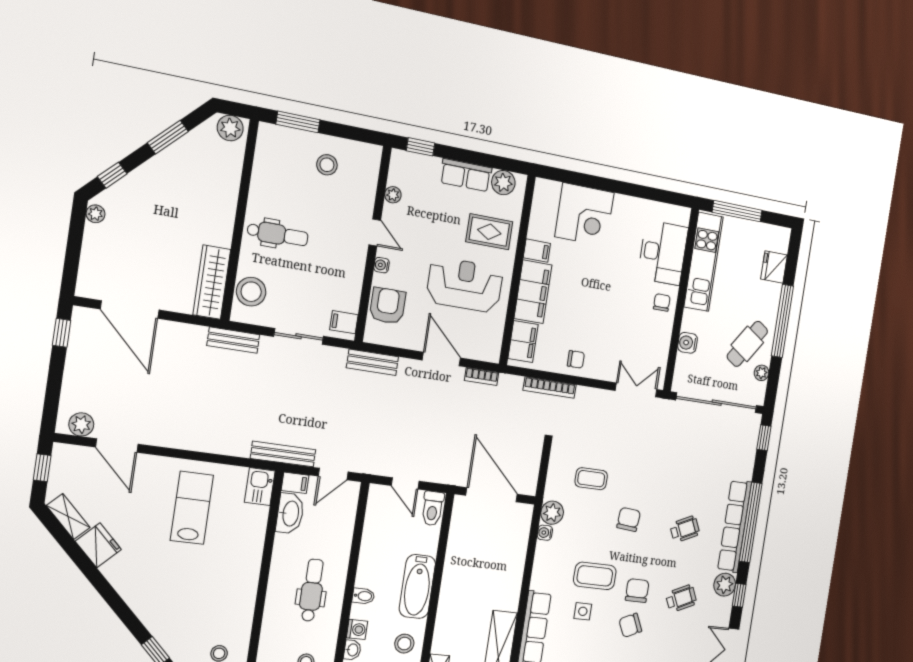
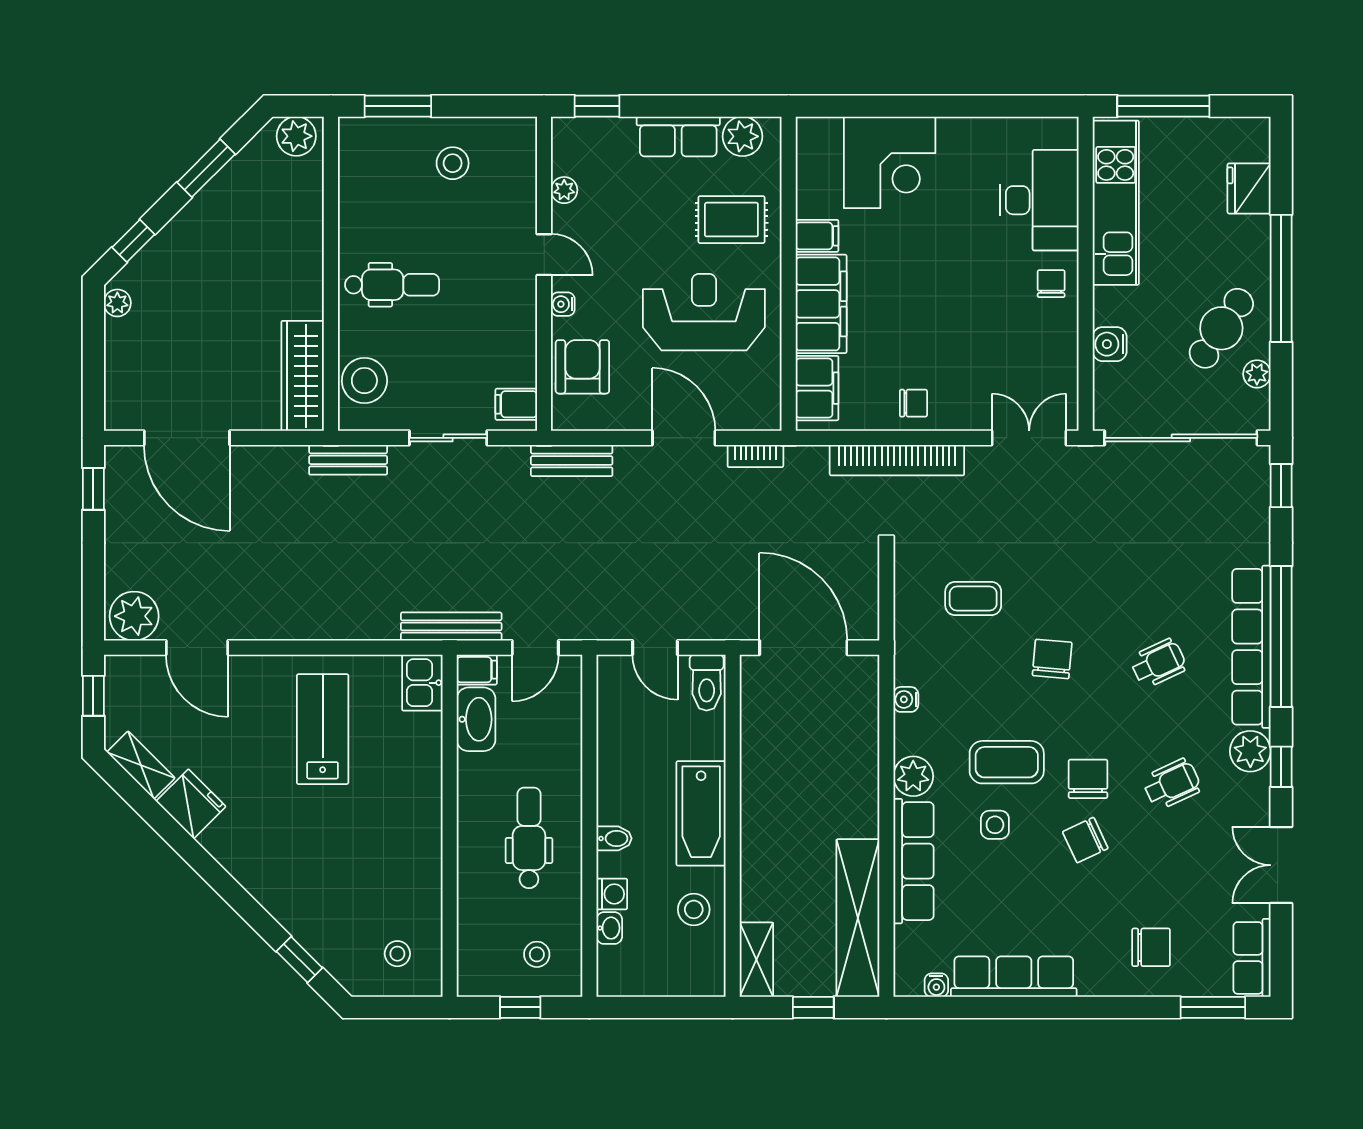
bookcase: (550, 387) -> (897, 460), width x1.48, depth x1.31
plant: (81, 424) -> (134, 616), width x1.36, depth x1.36
plant: (552, 513) -> (913, 776), moved

